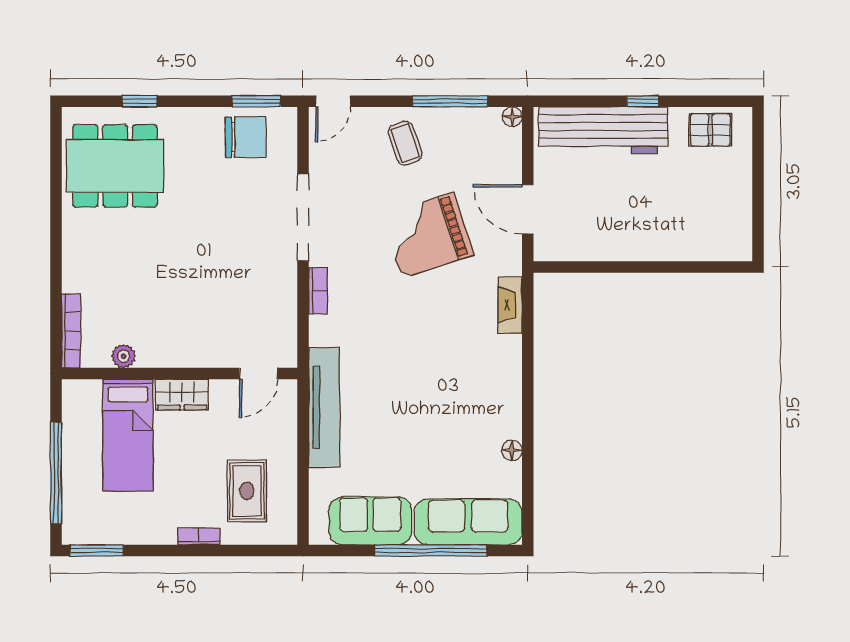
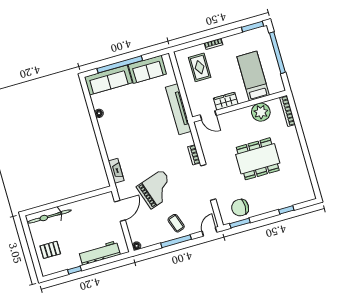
window: (450, 101) -> (176, 241), moved
window: (643, 101) -> (75, 270), moved
workbench: (603, 130) -> (100, 253), width x0.73, depth x0.76
pallet: (710, 130) -> (50, 250), moved
dining table: (115, 166) -> (258, 159), moved
door: (528, 209) -> (120, 211), hinge flipped
bicycle: (697, 243) -> (49, 216), added
plant: (124, 356) -> (261, 112), width x1.88, depth x1.88
door: (259, 374) -> (208, 115), swing flipped
wardrobe: (182, 395) -> (226, 101), moved

